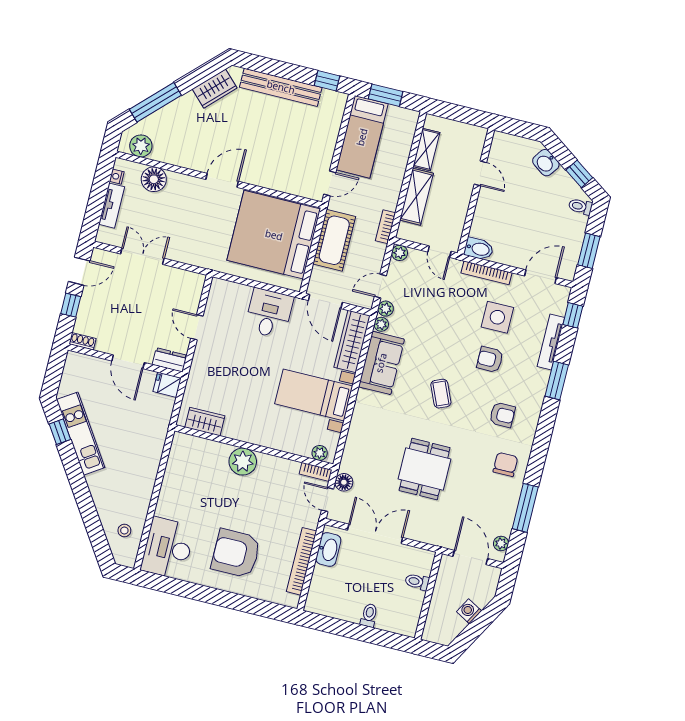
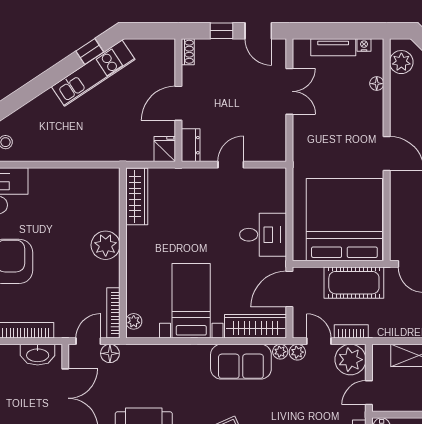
floor lamp: (154, 179) -> (377, 84), width x0.53, depth x0.53
bookcase: (386, 227) -> (351, 331), moved
plant: (400, 253) -> (350, 360), width x1.87, depth x1.87
wardrobe: (205, 422) -> (137, 197), width x1.50
bookcase: (316, 472) -> (113, 313), width x1.56

